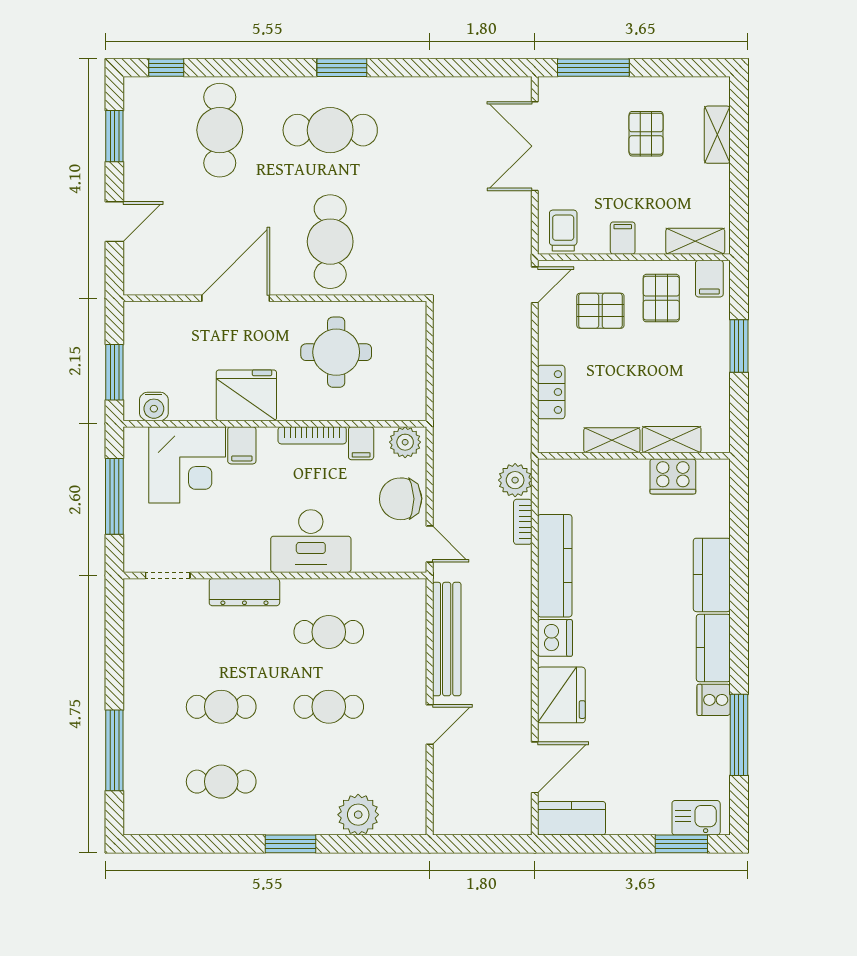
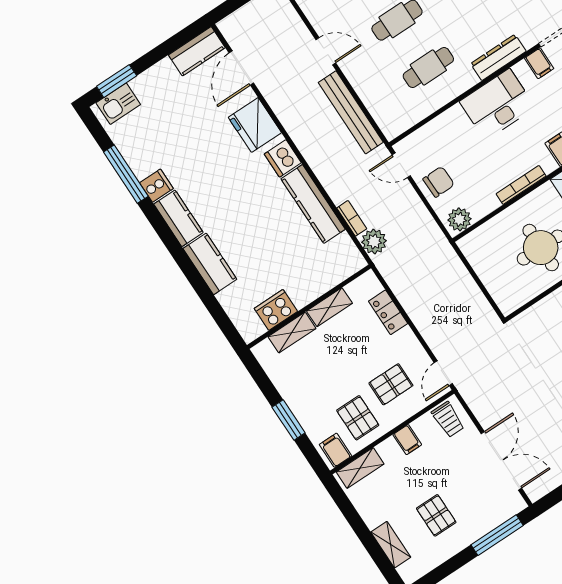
filing cabinet: (361, 443) -> (539, 63), moved, turned 180
chair: (401, 499) -> (439, 182), width x0.73, depth x0.73
desk: (311, 541) -> (497, 104), moved
door: (430, 724) -> (326, 51), swing flipped

